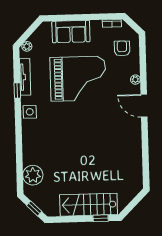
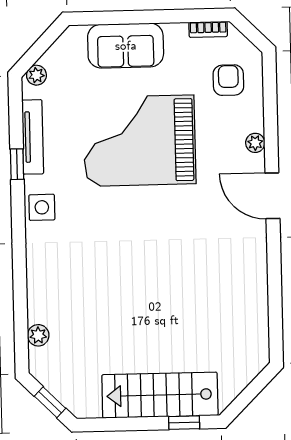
grand piano: (78, 79) -> (139, 141), turned 180
plant: (33, 175) -> (38, 335), width x0.53, depth x0.53

